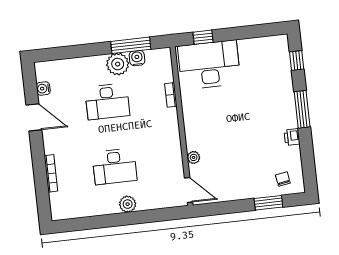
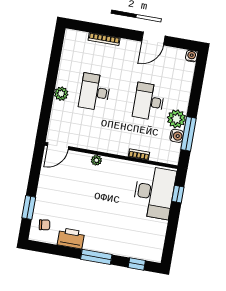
water cooler: (43, 89) -> (192, 56), moved
printer: (292, 137) -> (71, 238), width x1.87, depth x1.48
plant: (194, 157) -> (96, 160), moved

